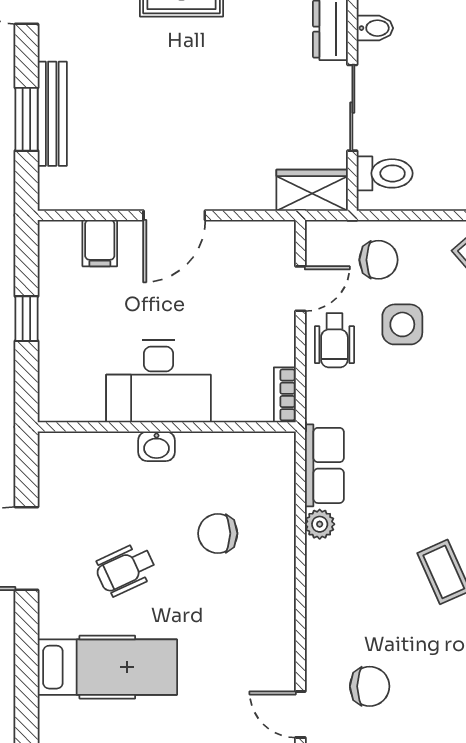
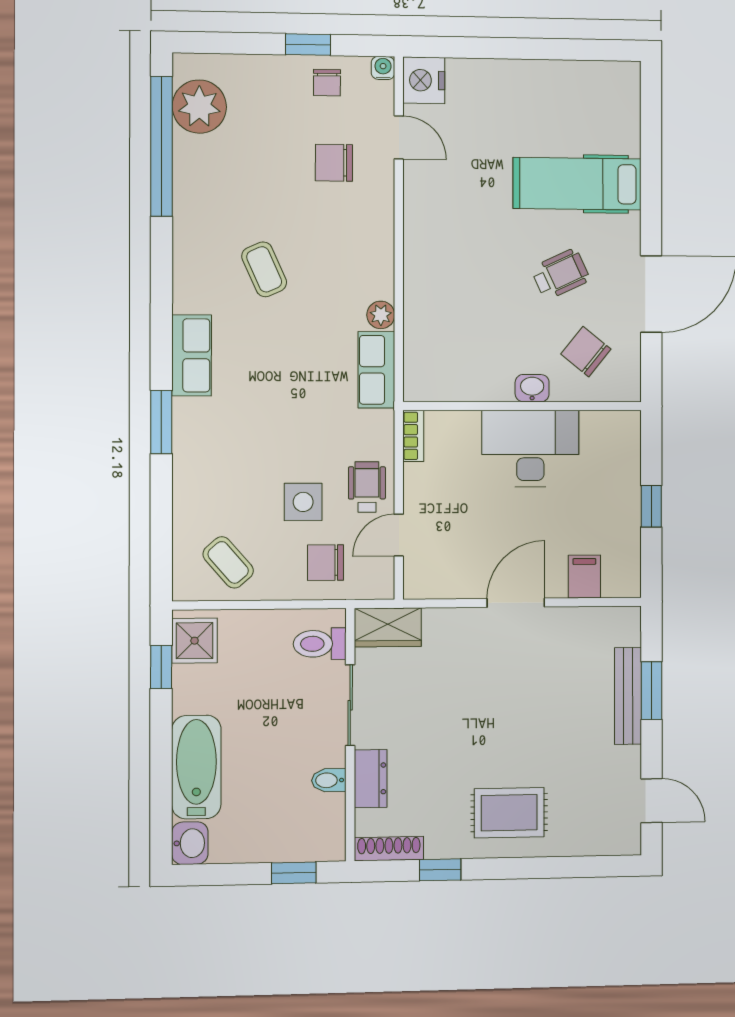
chair: (218, 533) -> (586, 352), moved, turned -141

